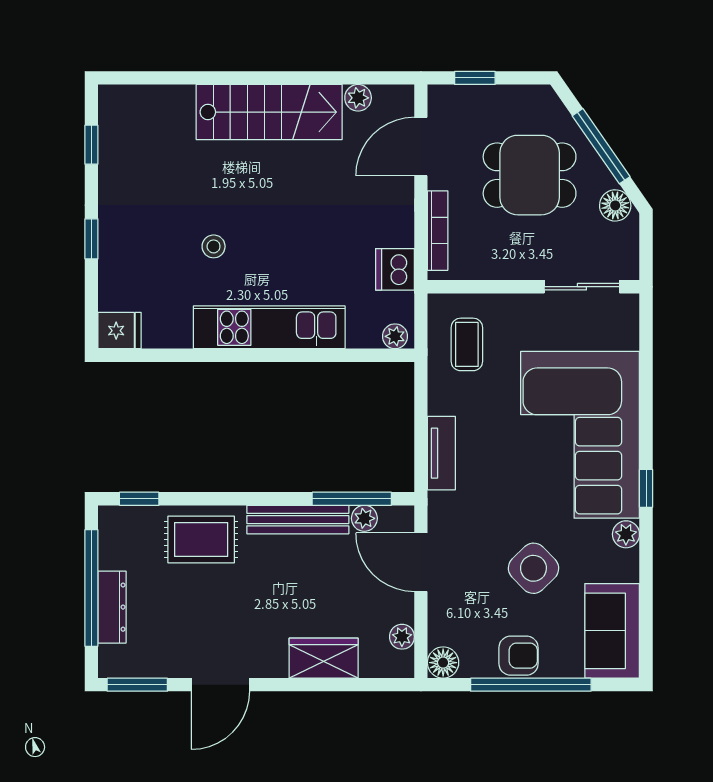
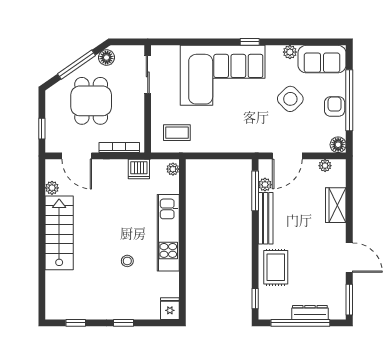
tv unit: (441, 453) -> (232, 146), removed
plant: (626, 534) -> (290, 52), moved

